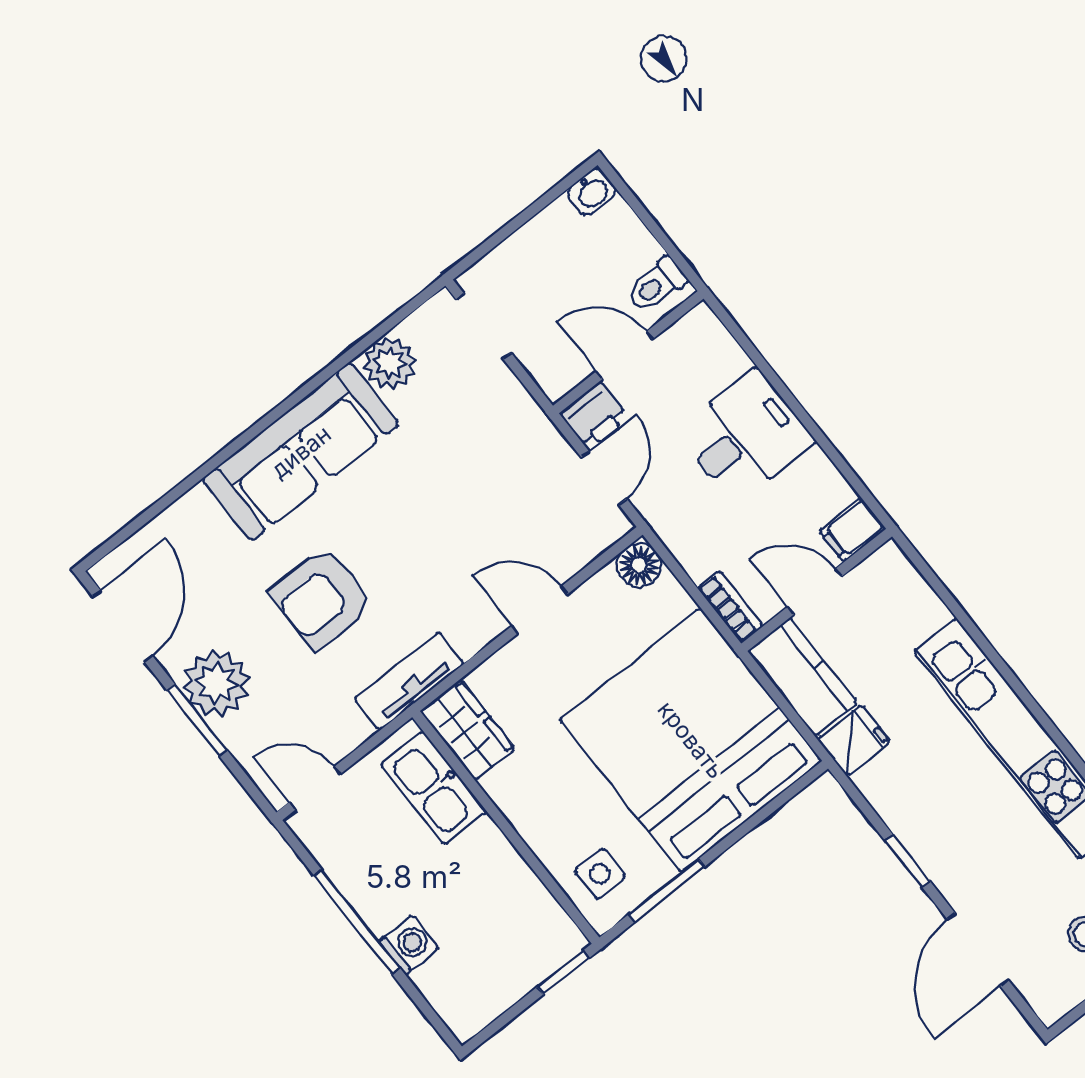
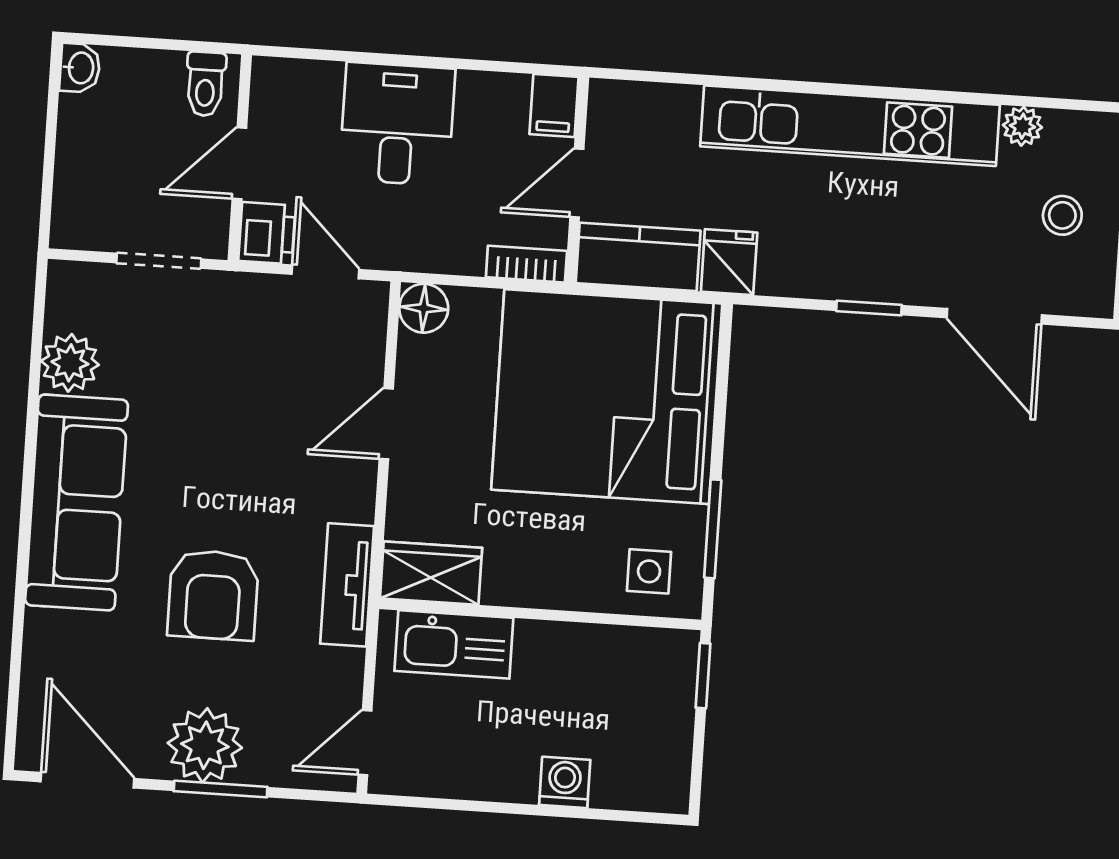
doorway: (484, 326) -> (159, 261), moved
window: (357, 922) -> (507, 808), removed

